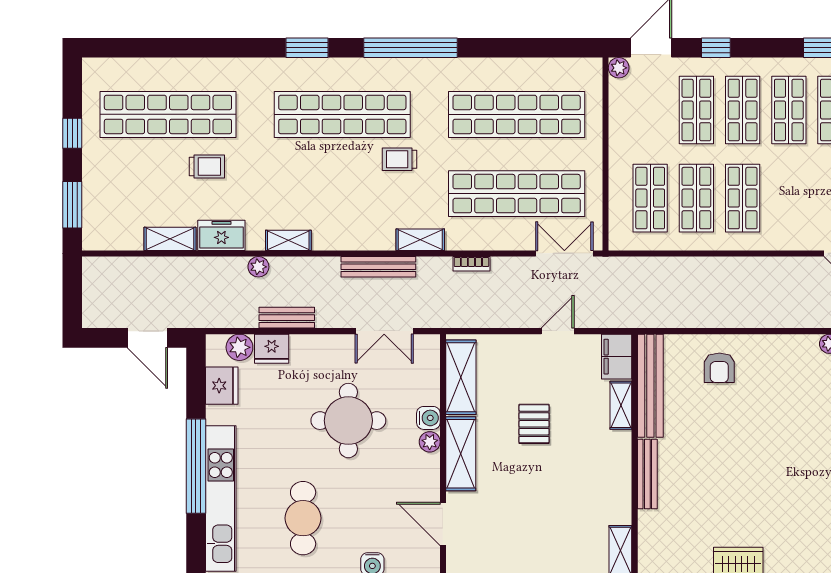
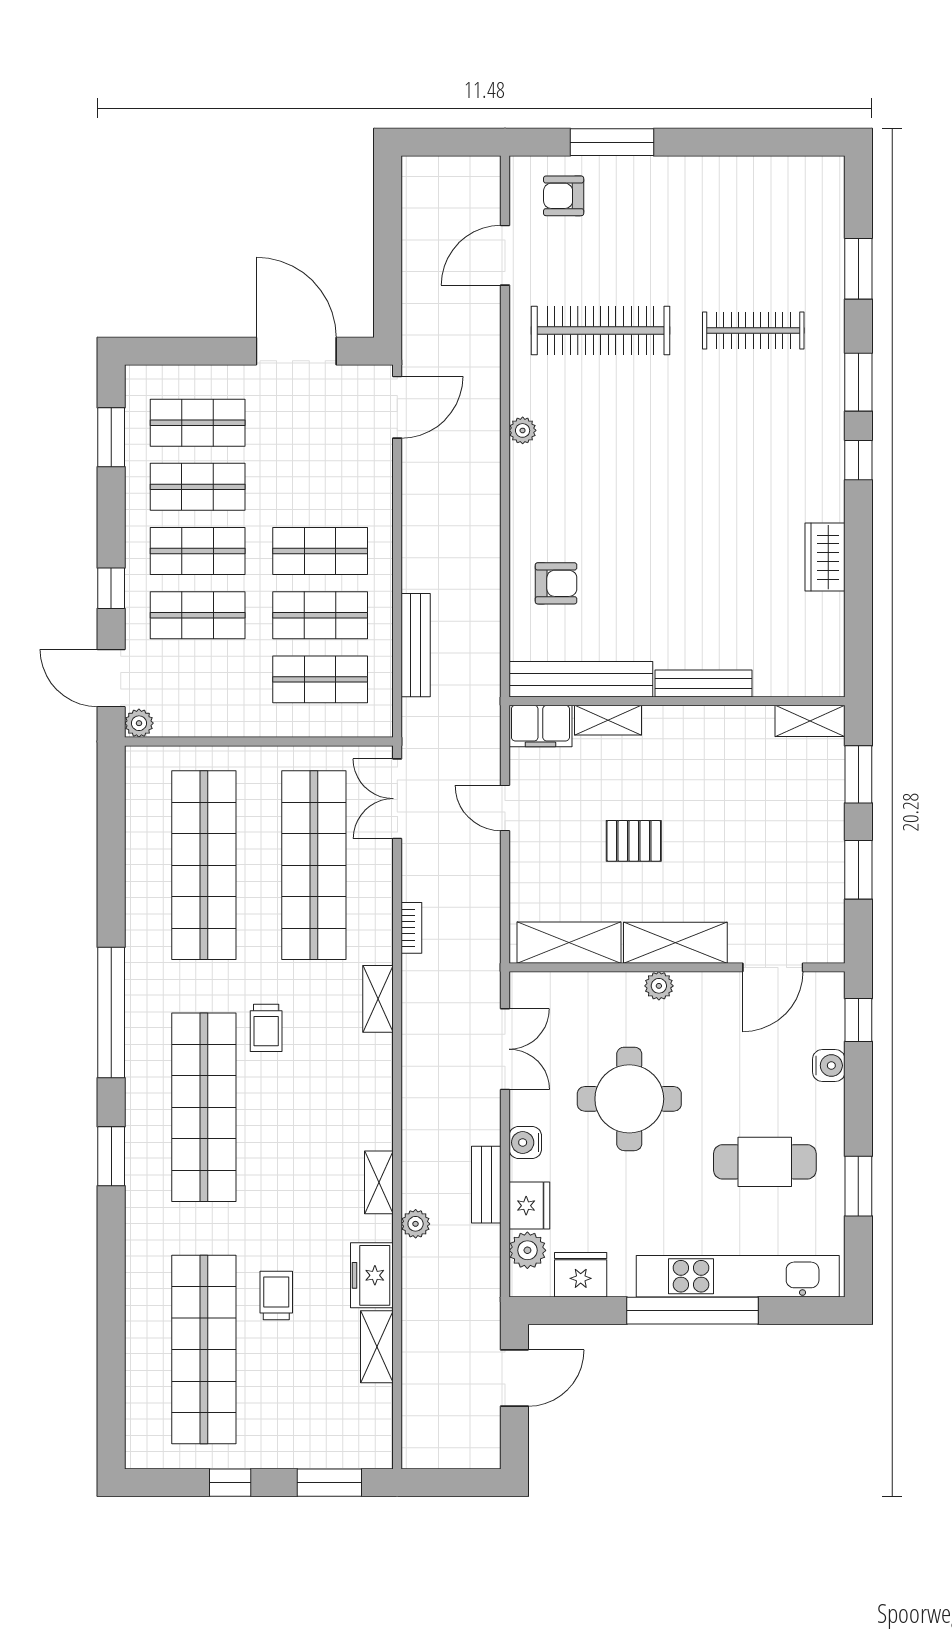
bench: (378, 267) -> (416, 645), moved
water cooler: (428, 418) -> (525, 1142), moved, turned -90

